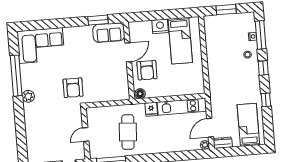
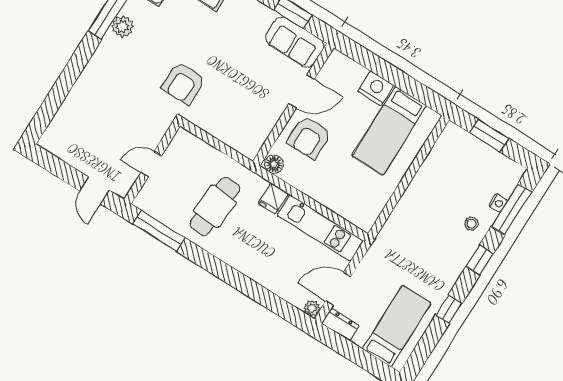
plant: (28, 96) -> (122, 27), moved

